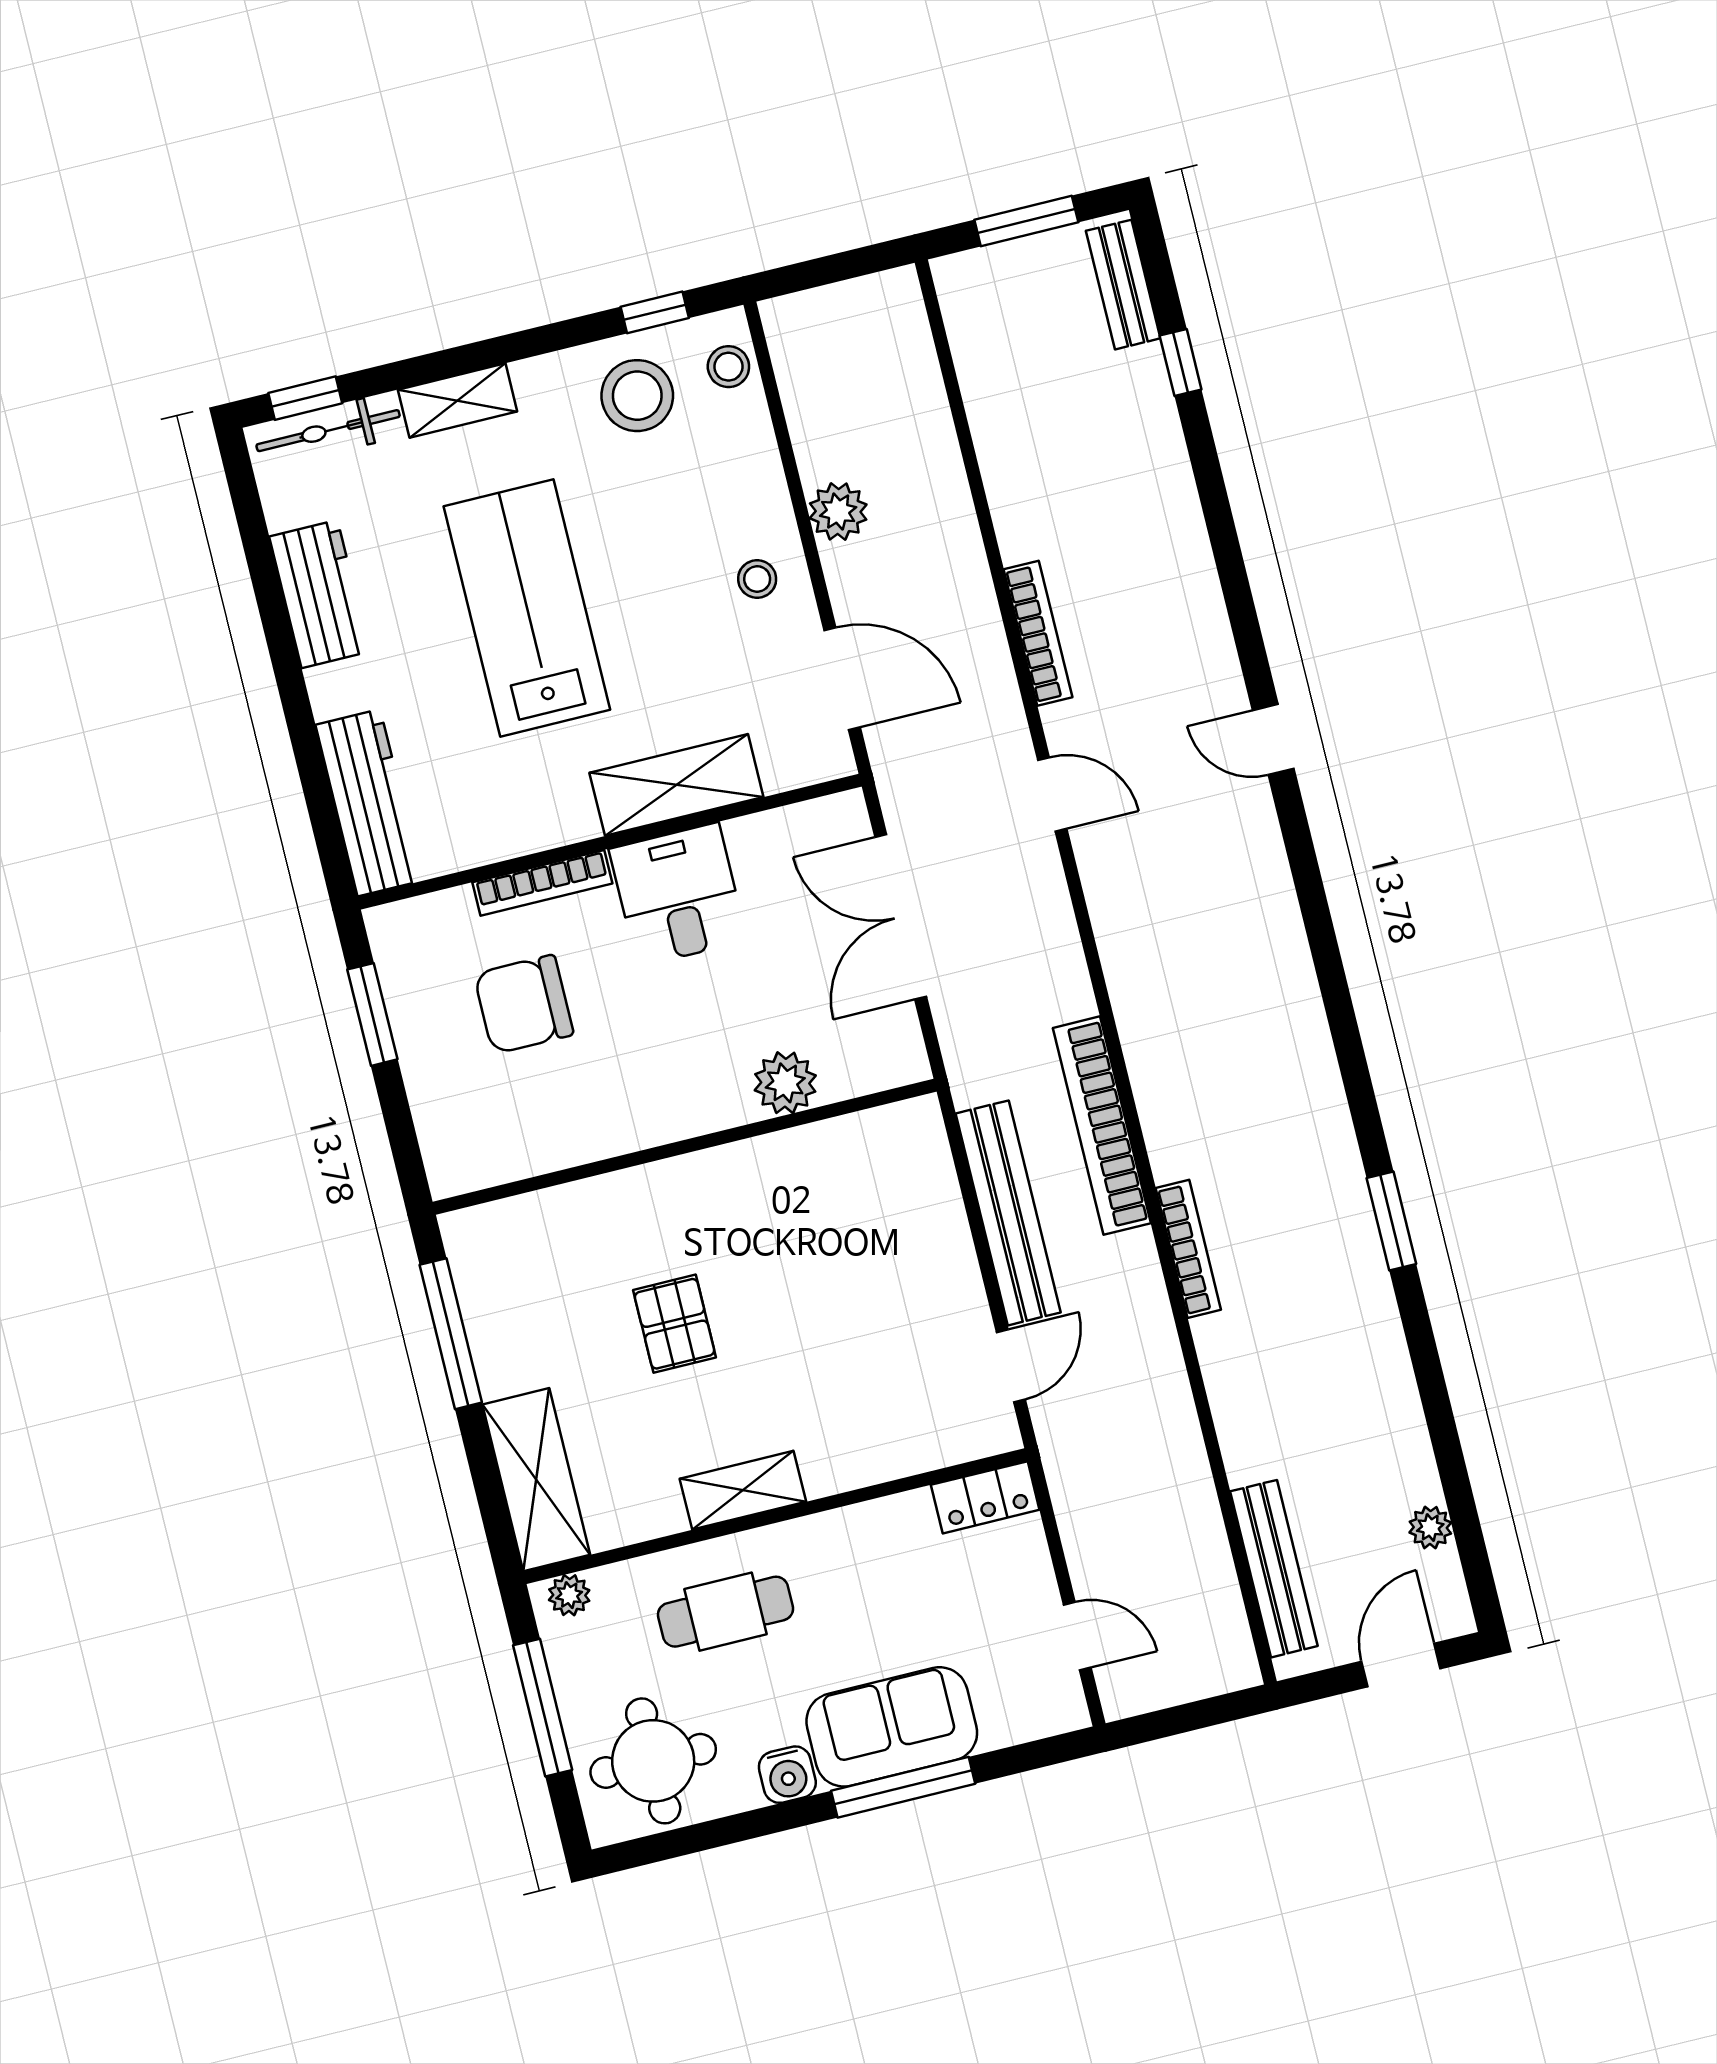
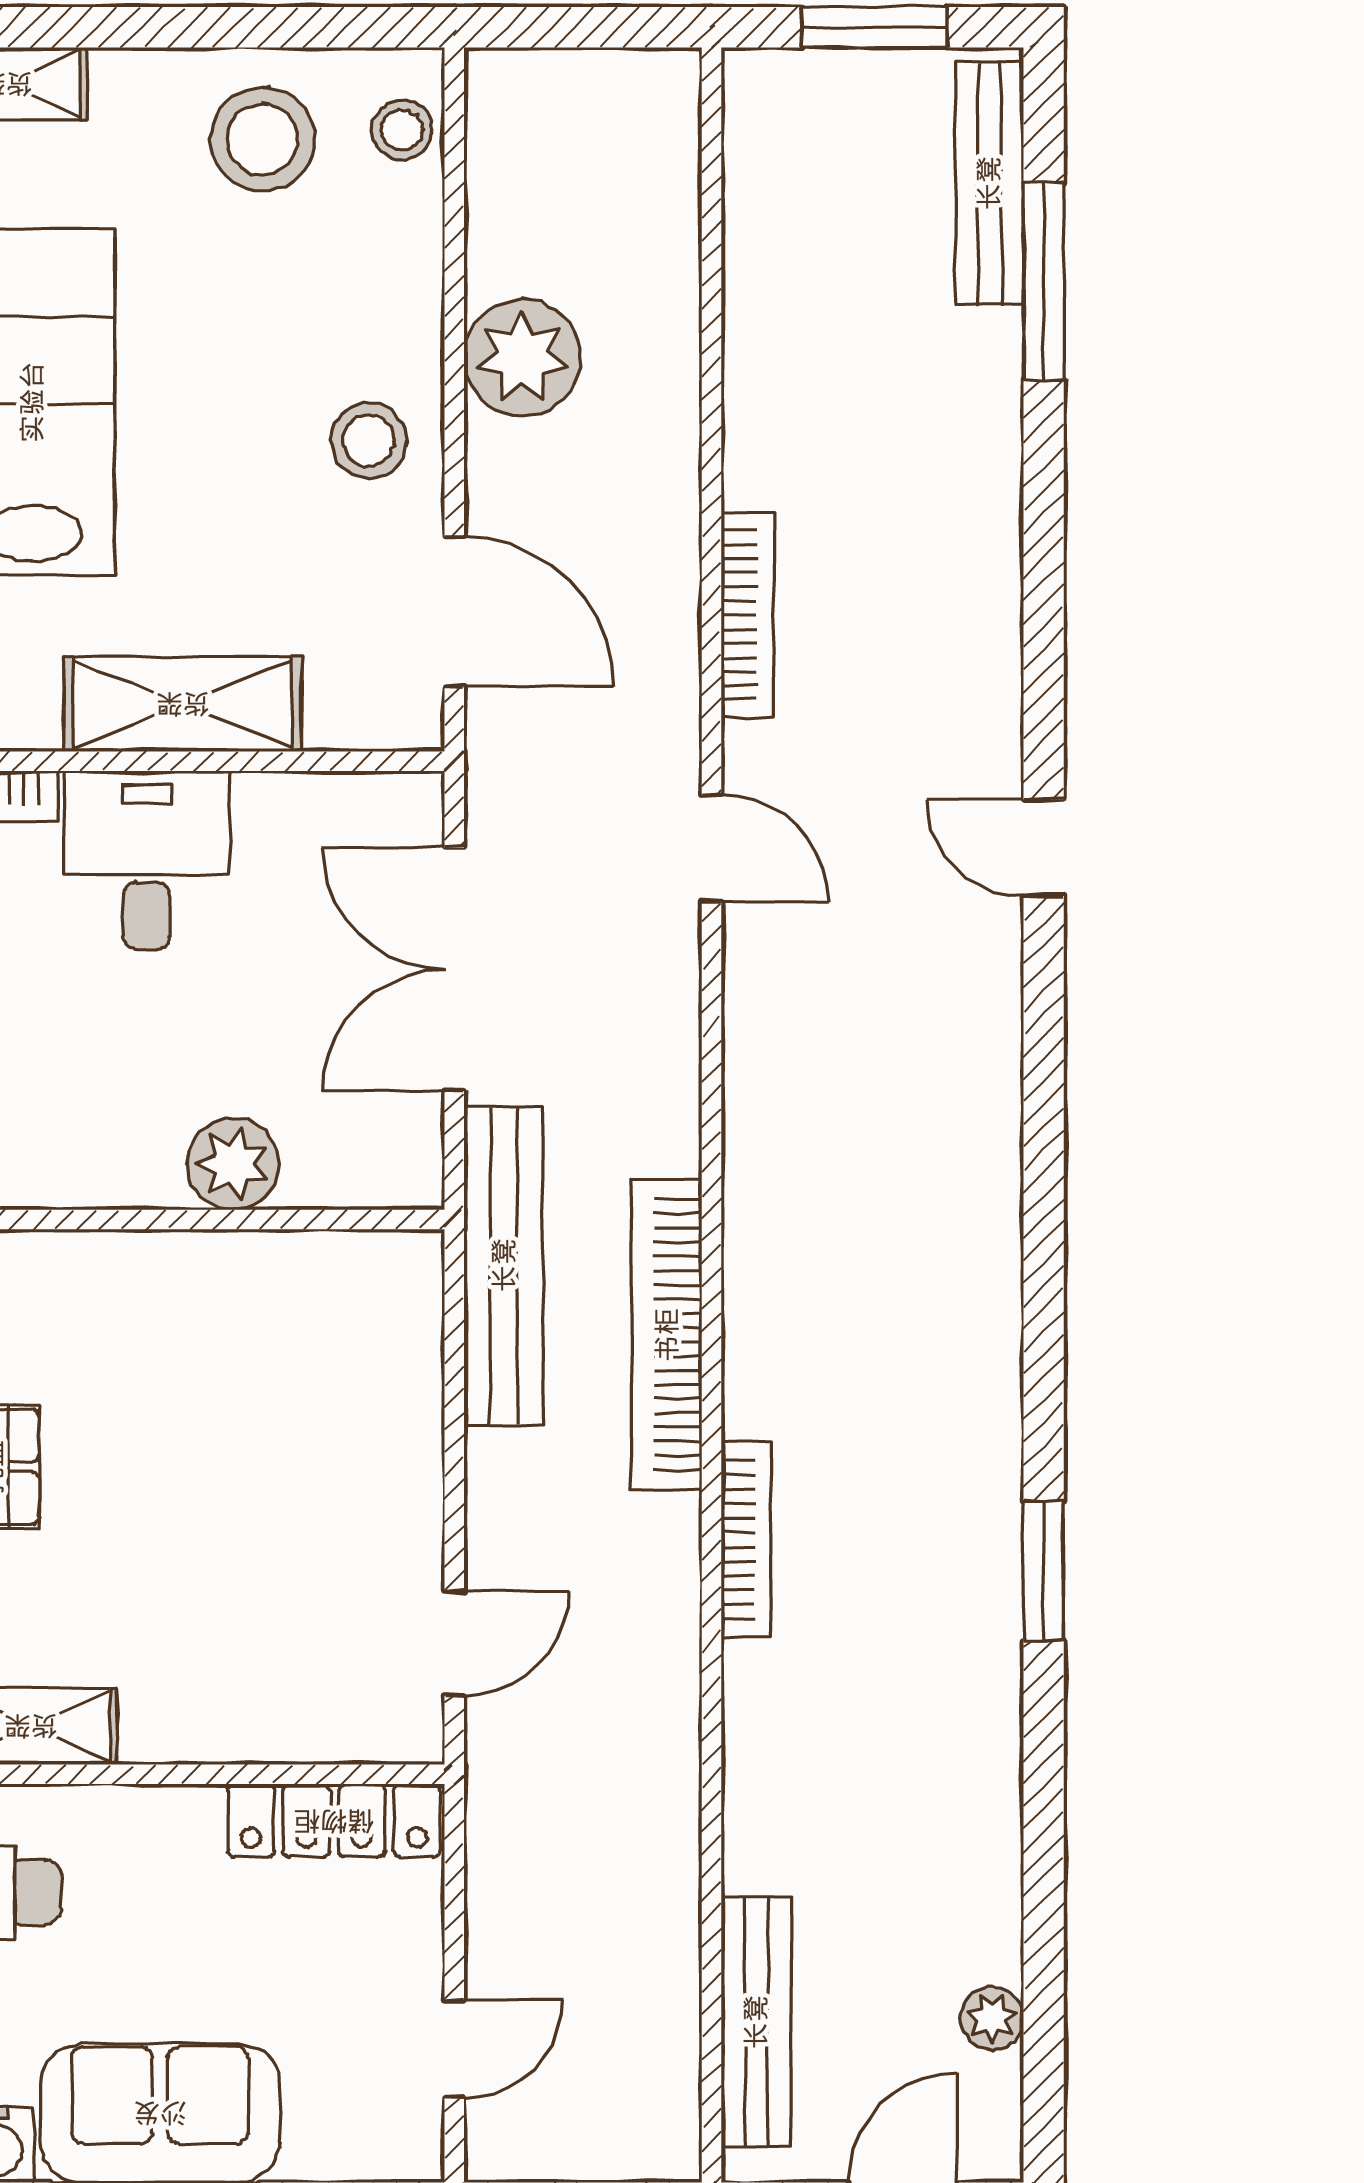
bench: (1123, 285) -> (989, 183), width x1.36
window: (655, 312) -> (316, 27), removed
window: (1181, 363) -> (1044, 281), width x2.17
plant: (838, 511) -> (522, 358), width x1.36, depth x1.36
stool: (757, 579) -> (369, 441), width x1.37, depth x1.37
bench: (1008, 1213) -> (504, 1265), moved
locker: (985, 1497) -> (334, 1821), width x1.53
door: (1077, 1636) -> (454, 2049), hinge flipped

